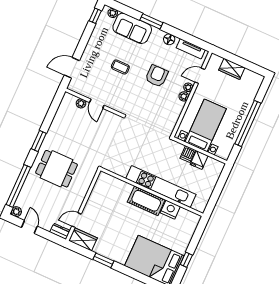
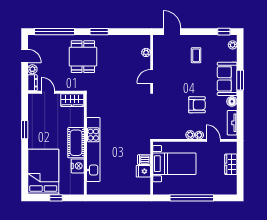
sofa: (132, 28) -> (227, 79), moved
coffee table: (120, 67) -> (196, 55), moved
door: (97, 104) -> (152, 76), moved
kitchen unit: (161, 187) -> (93, 150), moved
wall: (152, 192) -> (85, 144), moved
cot: (146, 201) -> (76, 143), moved
nightstand: (170, 210) -> (78, 166), moved
plant: (16, 212) -> (32, 69), moved
door: (29, 227) -> (25, 56), hinge flipped
wardrobe: (83, 239) -> (72, 100), moved, turned 90

